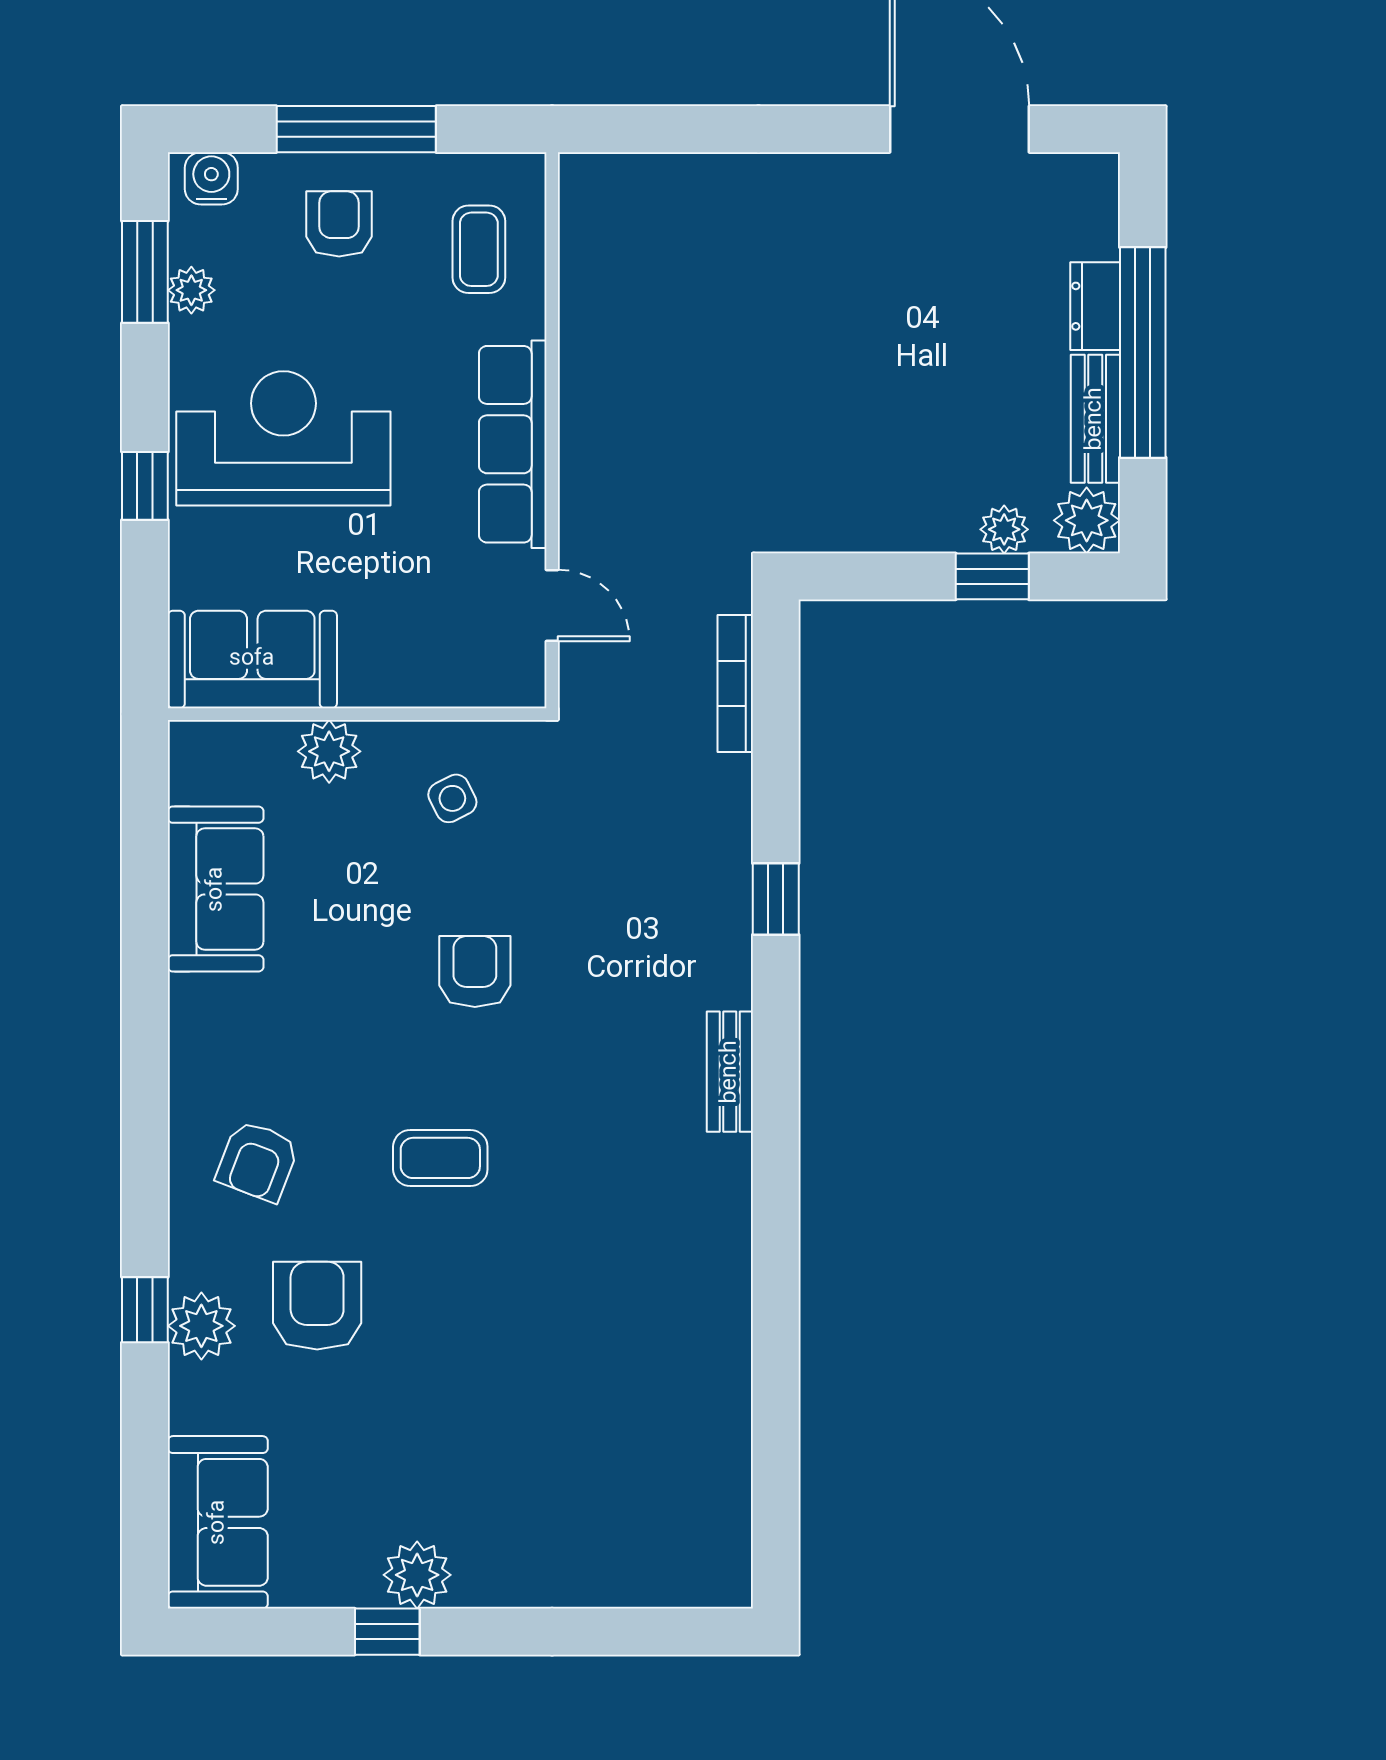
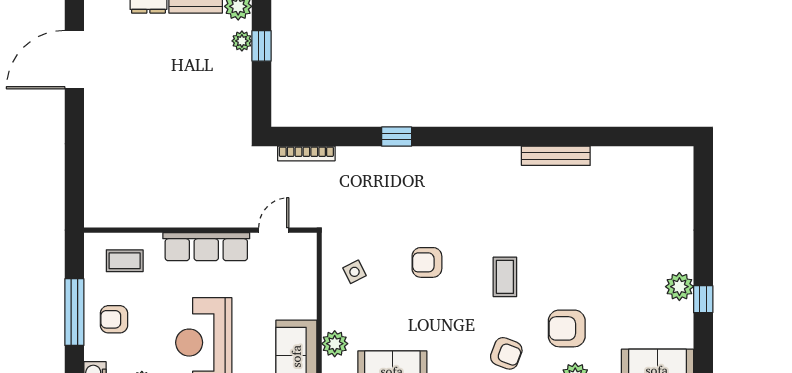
plant: (329, 751) -> (335, 344), moved
bench: (730, 1072) -> (556, 156), moved, width x1.36

